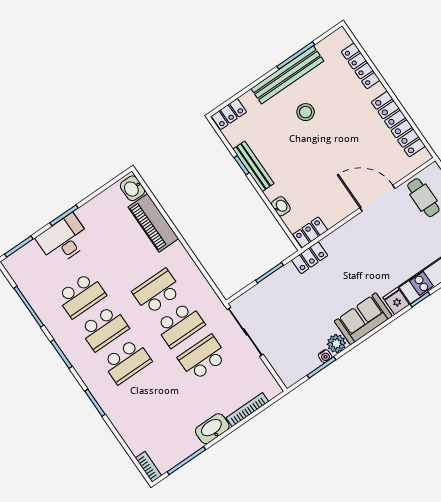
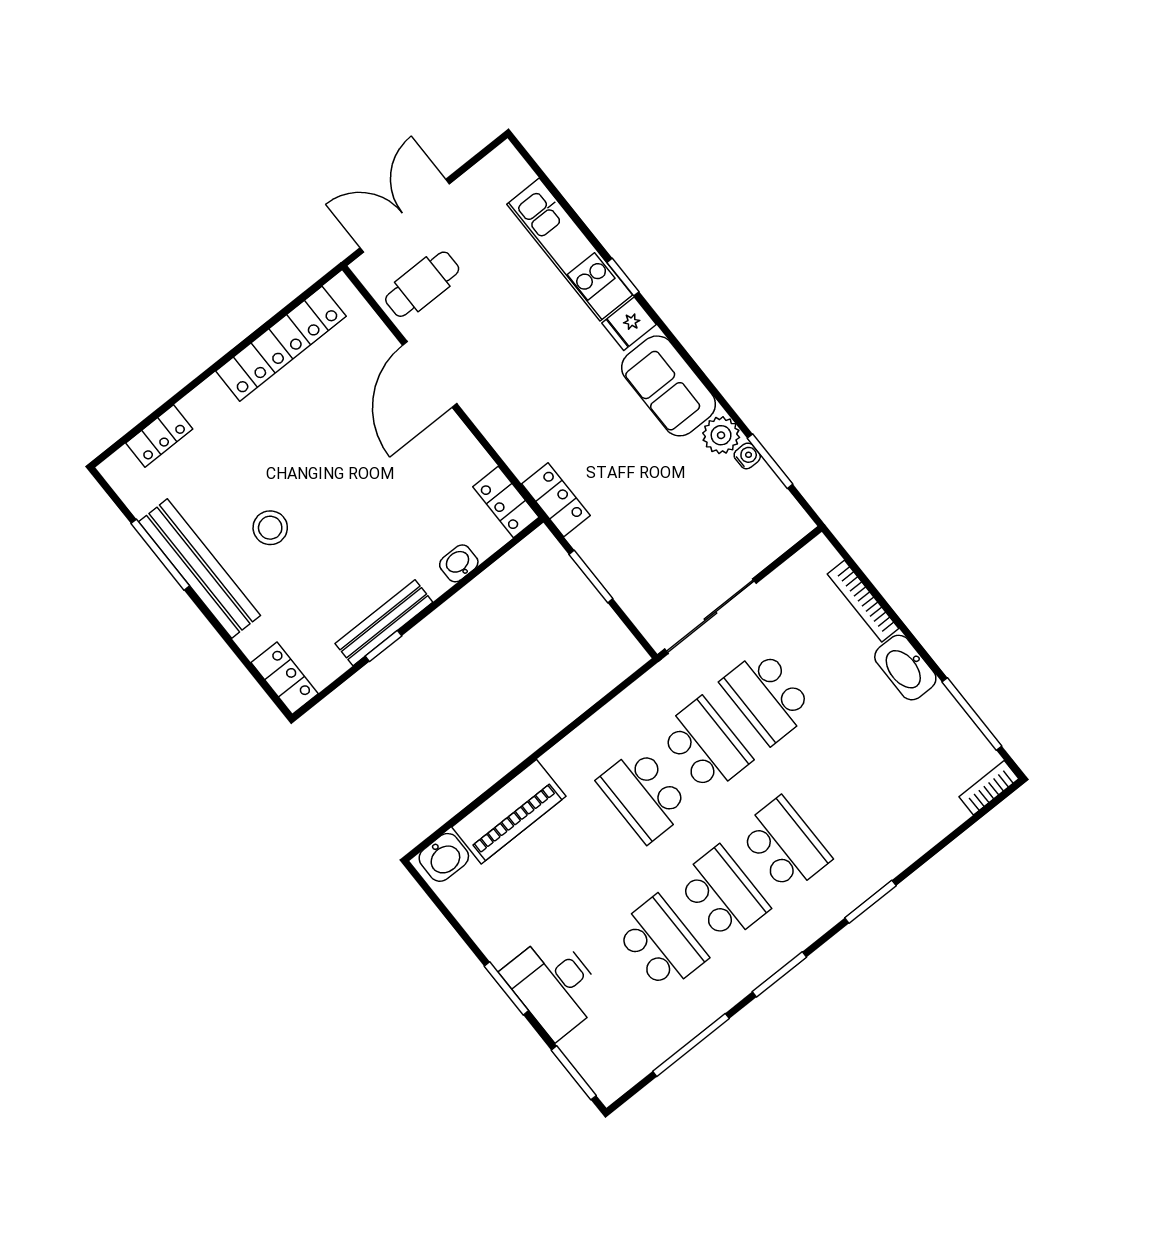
locker: (361, 66) -> (159, 436), width x0.66

